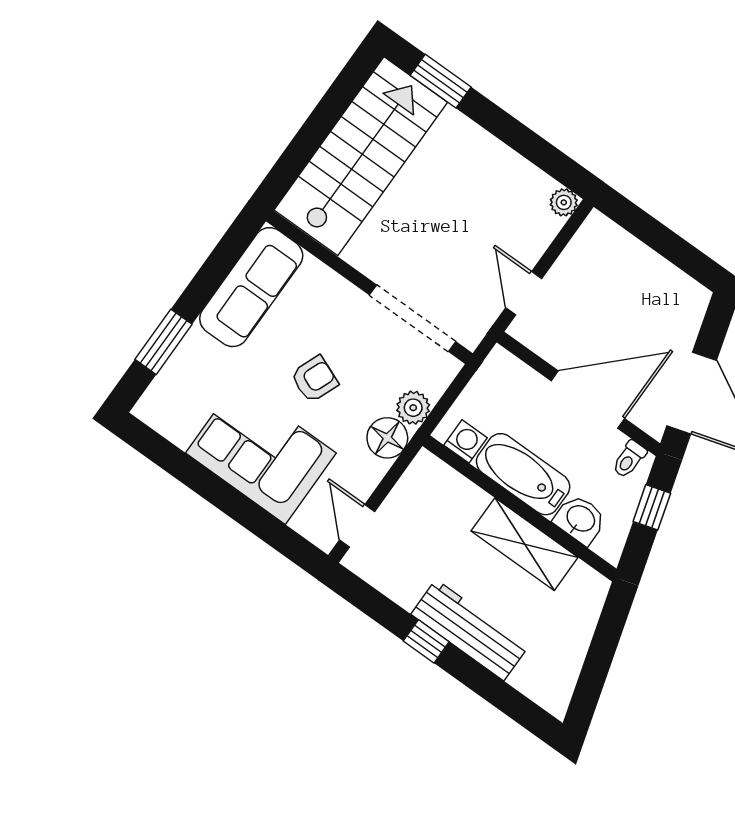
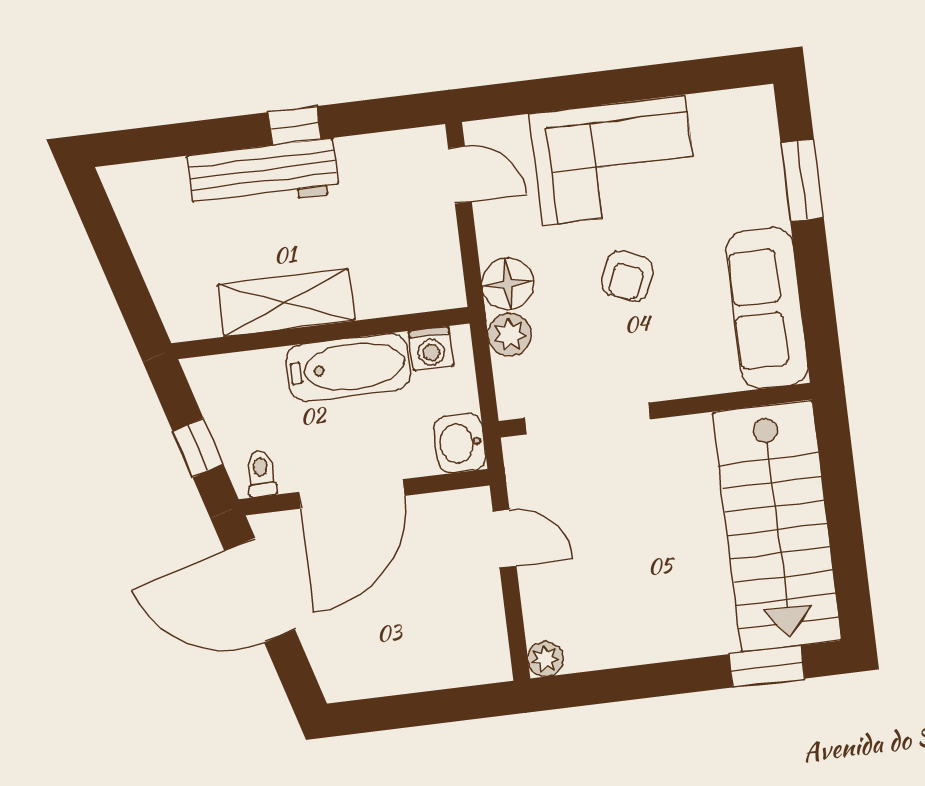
washbasin: (580, 519) -> (460, 443), moved, turned 90

